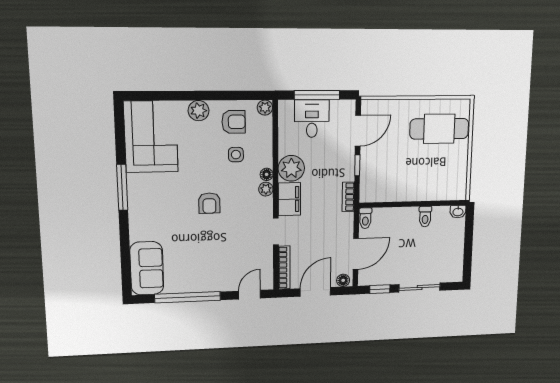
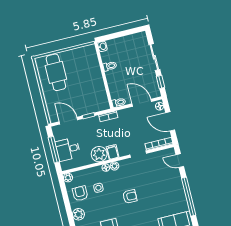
filing cabinet: (289, 199) -> (113, 152), width x0.50

